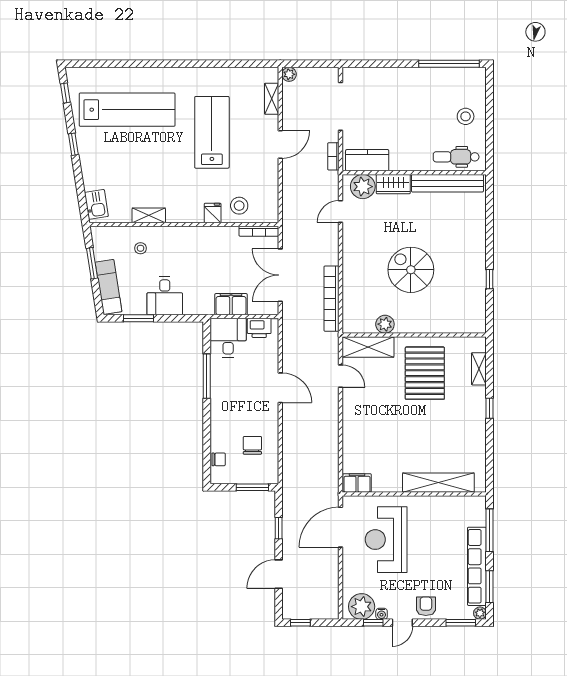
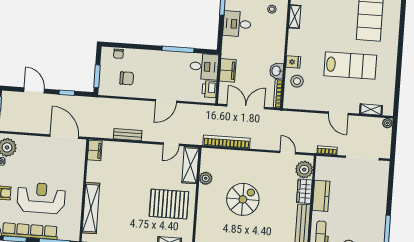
kitchen counter: (367, 160) -> (321, 196), moved
washbasin: (227, 235) -> (277, 71), added
bench: (331, 438) -> (128, 135), added
reception desk: (386, 540) -> (41, 198), moved

